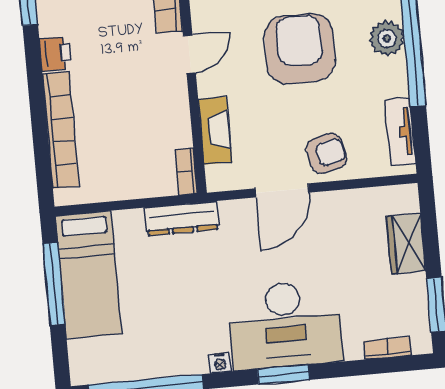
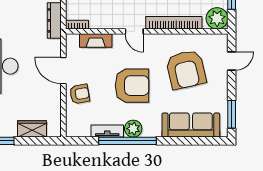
tv unit: (400, 132) -> (107, 131), moved
armchair: (326, 153) -> (80, 94), turned -87

